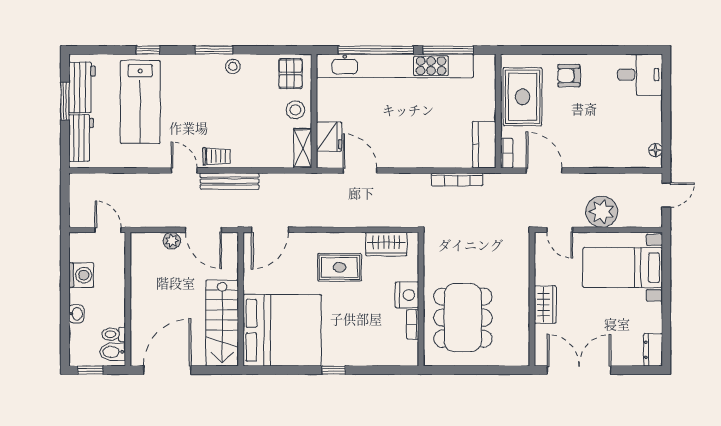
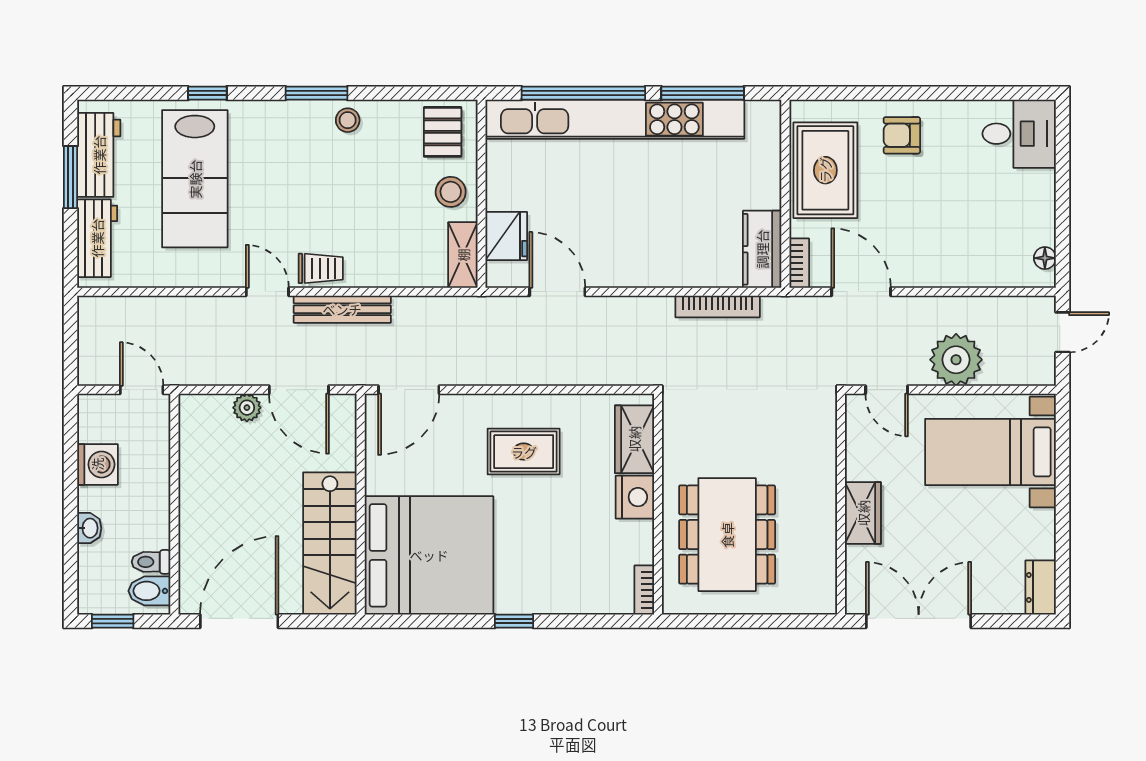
wardrobe: (386, 244) -> (634, 439), moved, turned 90
bookcase: (413, 324) -> (644, 590), moved

